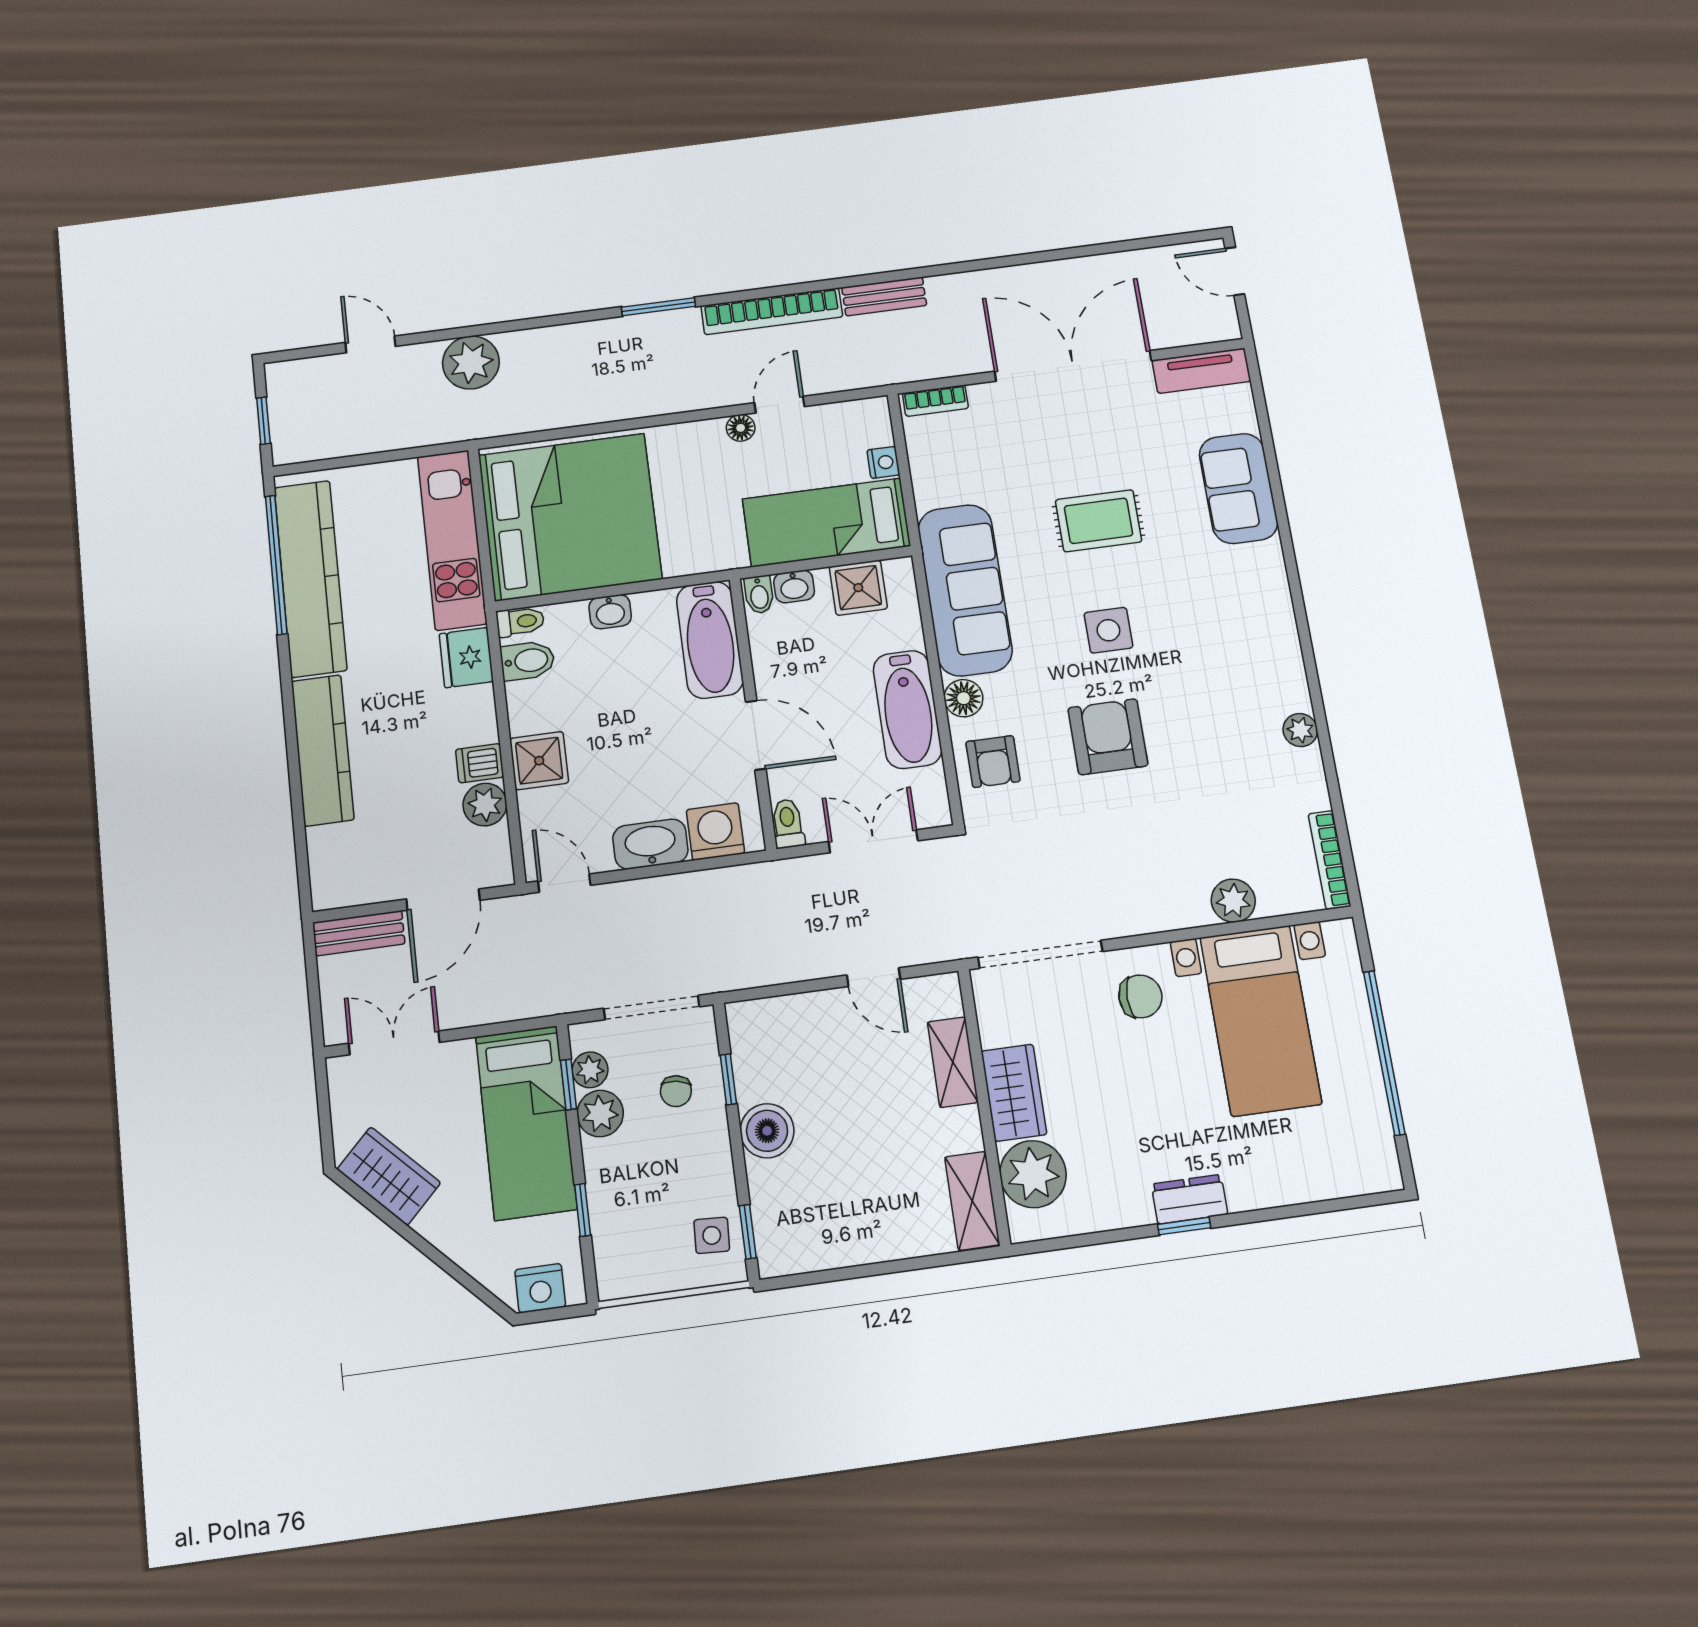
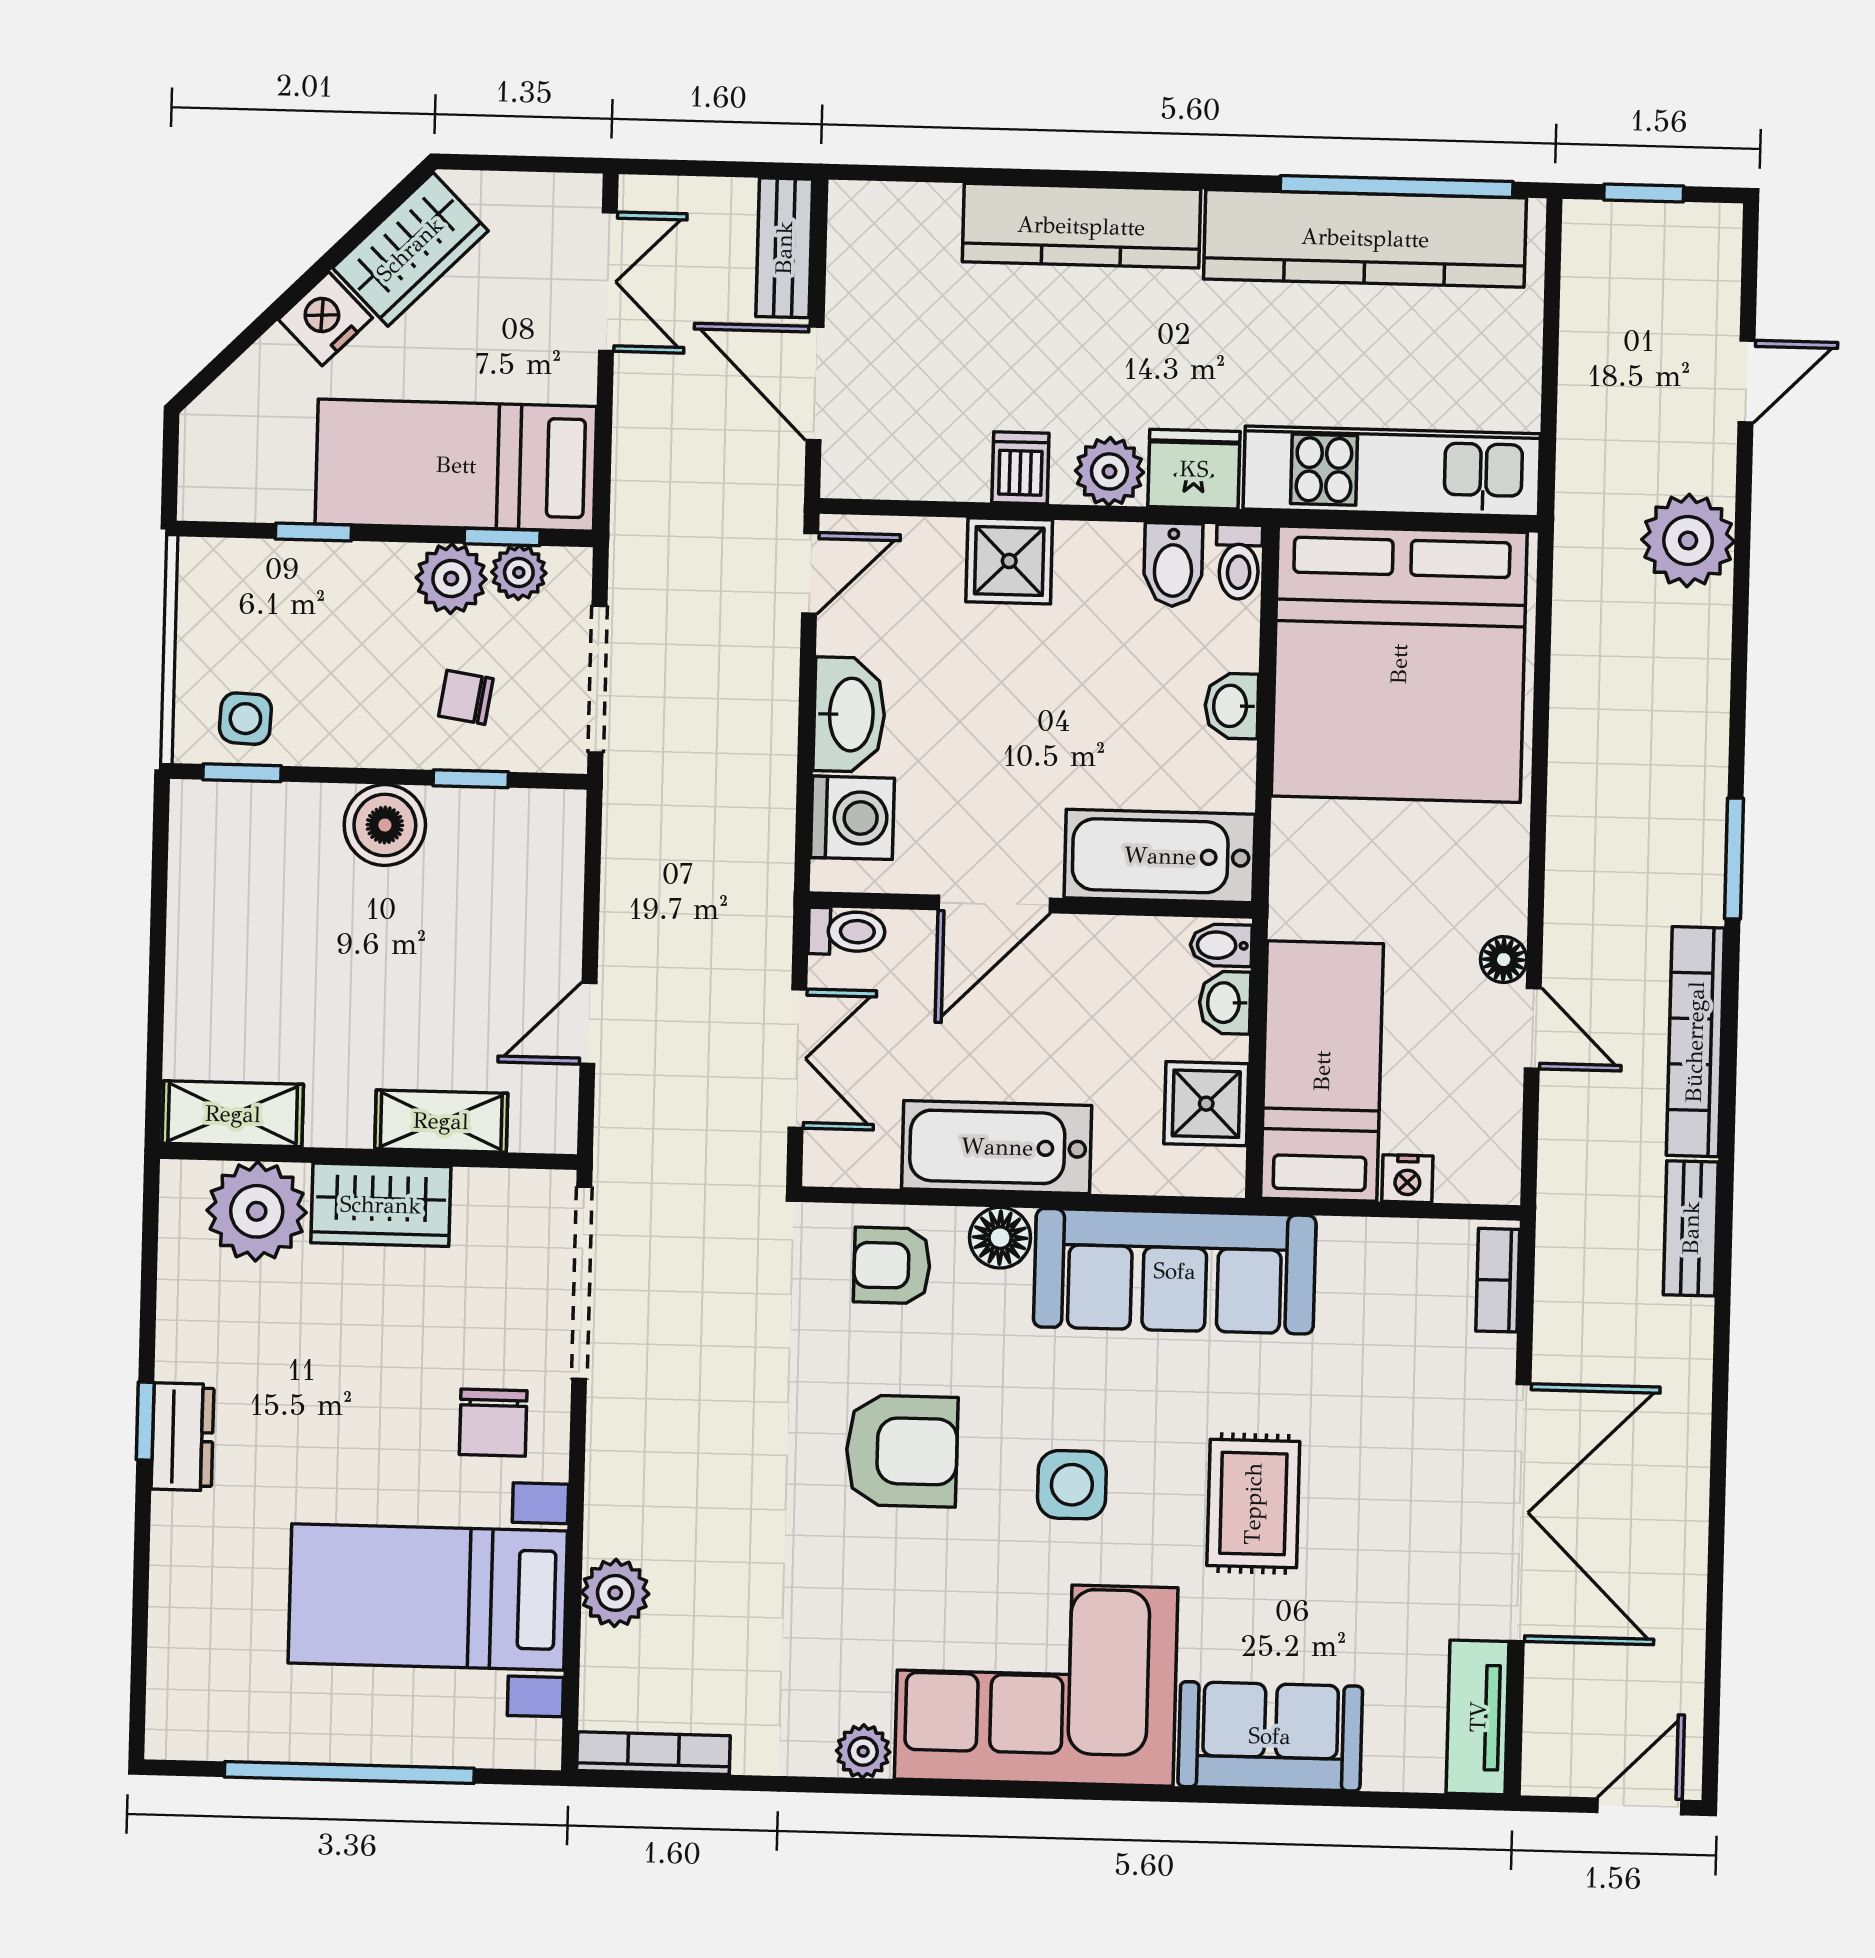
corner sofa: (1236, 632) -> (1036, 1683), added
plant: (485, 805) -> (1109, 471), moved
nightstand: (540, 1288) -> (325, 319), moved, turned 45

